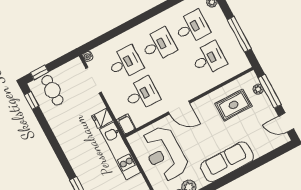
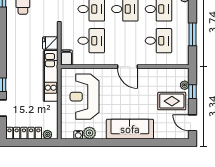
window: (239, 34) -> (193, 34), width x0.69
window: (270, 91) -> (193, 92), width x0.46
rug: (234, 105) -> (172, 101), moved
door: (179, 108) -> (128, 67), moved

